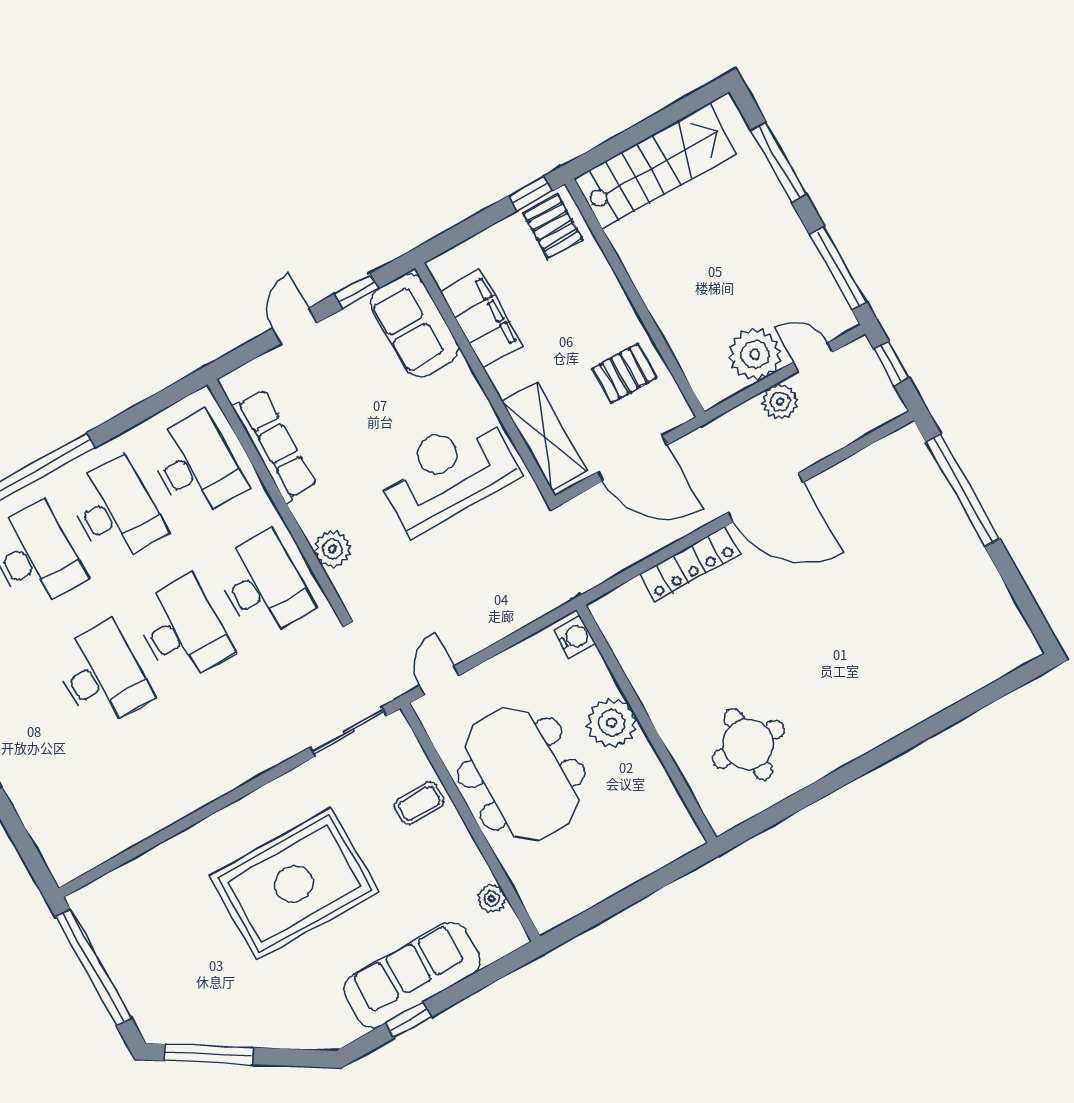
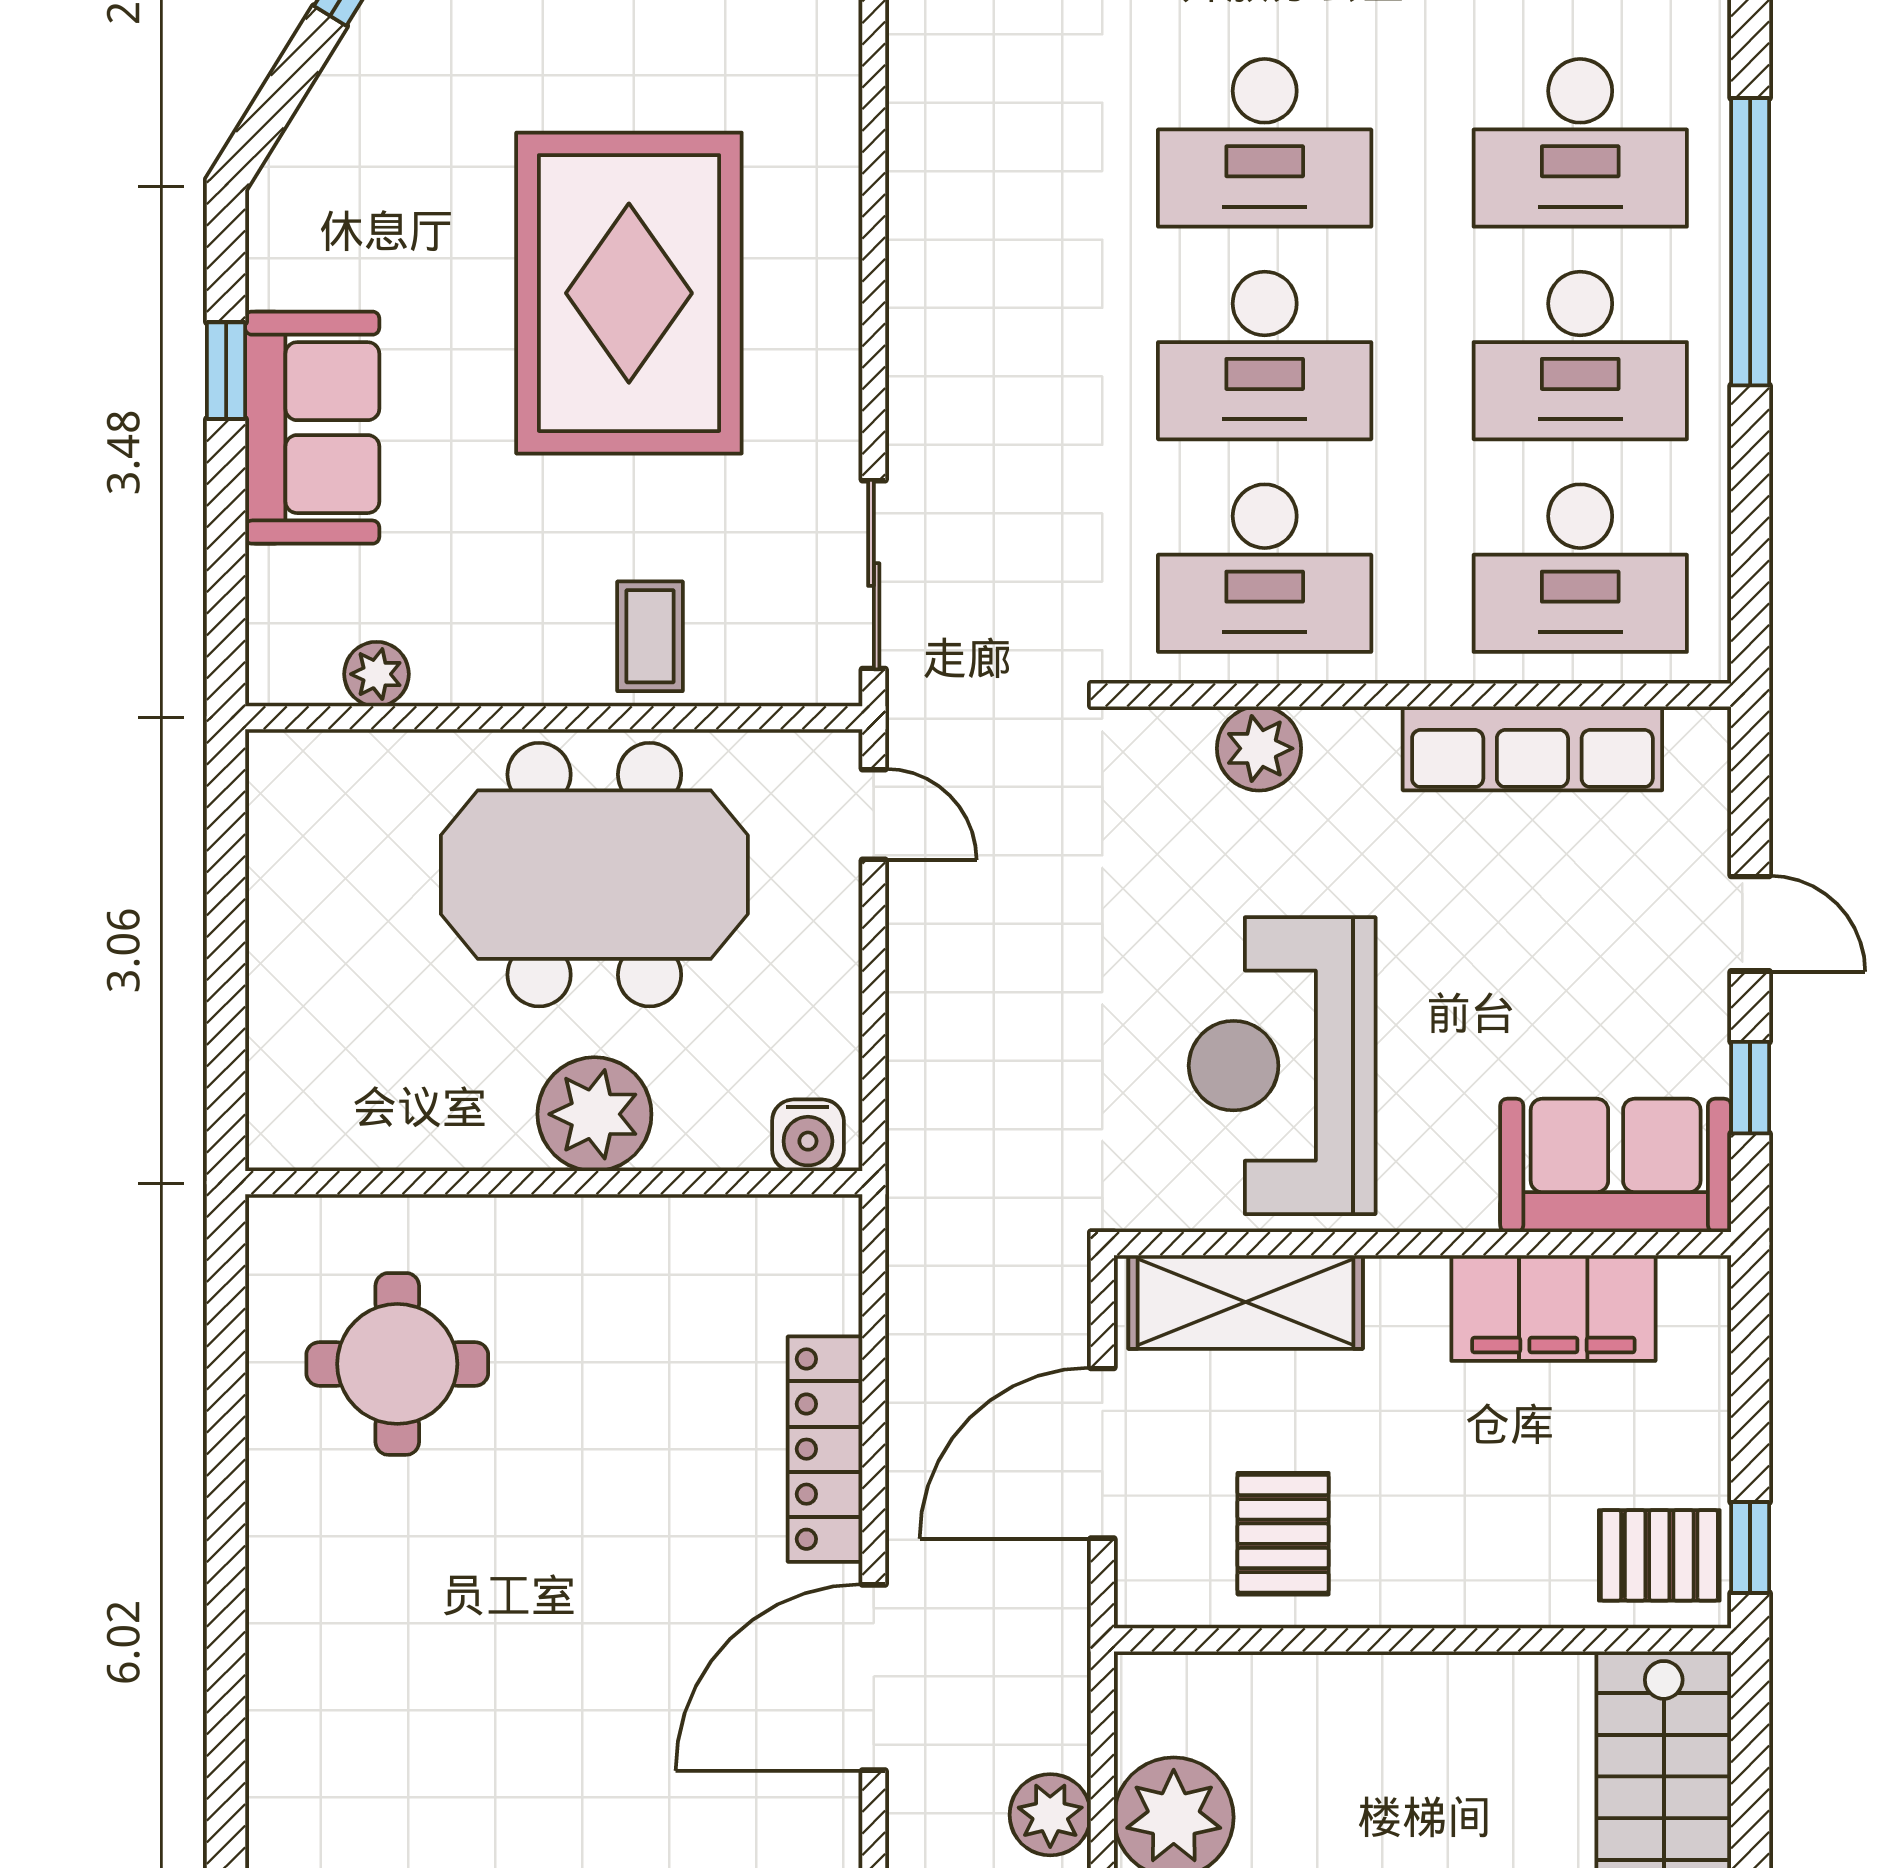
reception desk: (447, 473) -> (1282, 1066), turned 180
sofa: (412, 975) -> (312, 428), width x0.73

